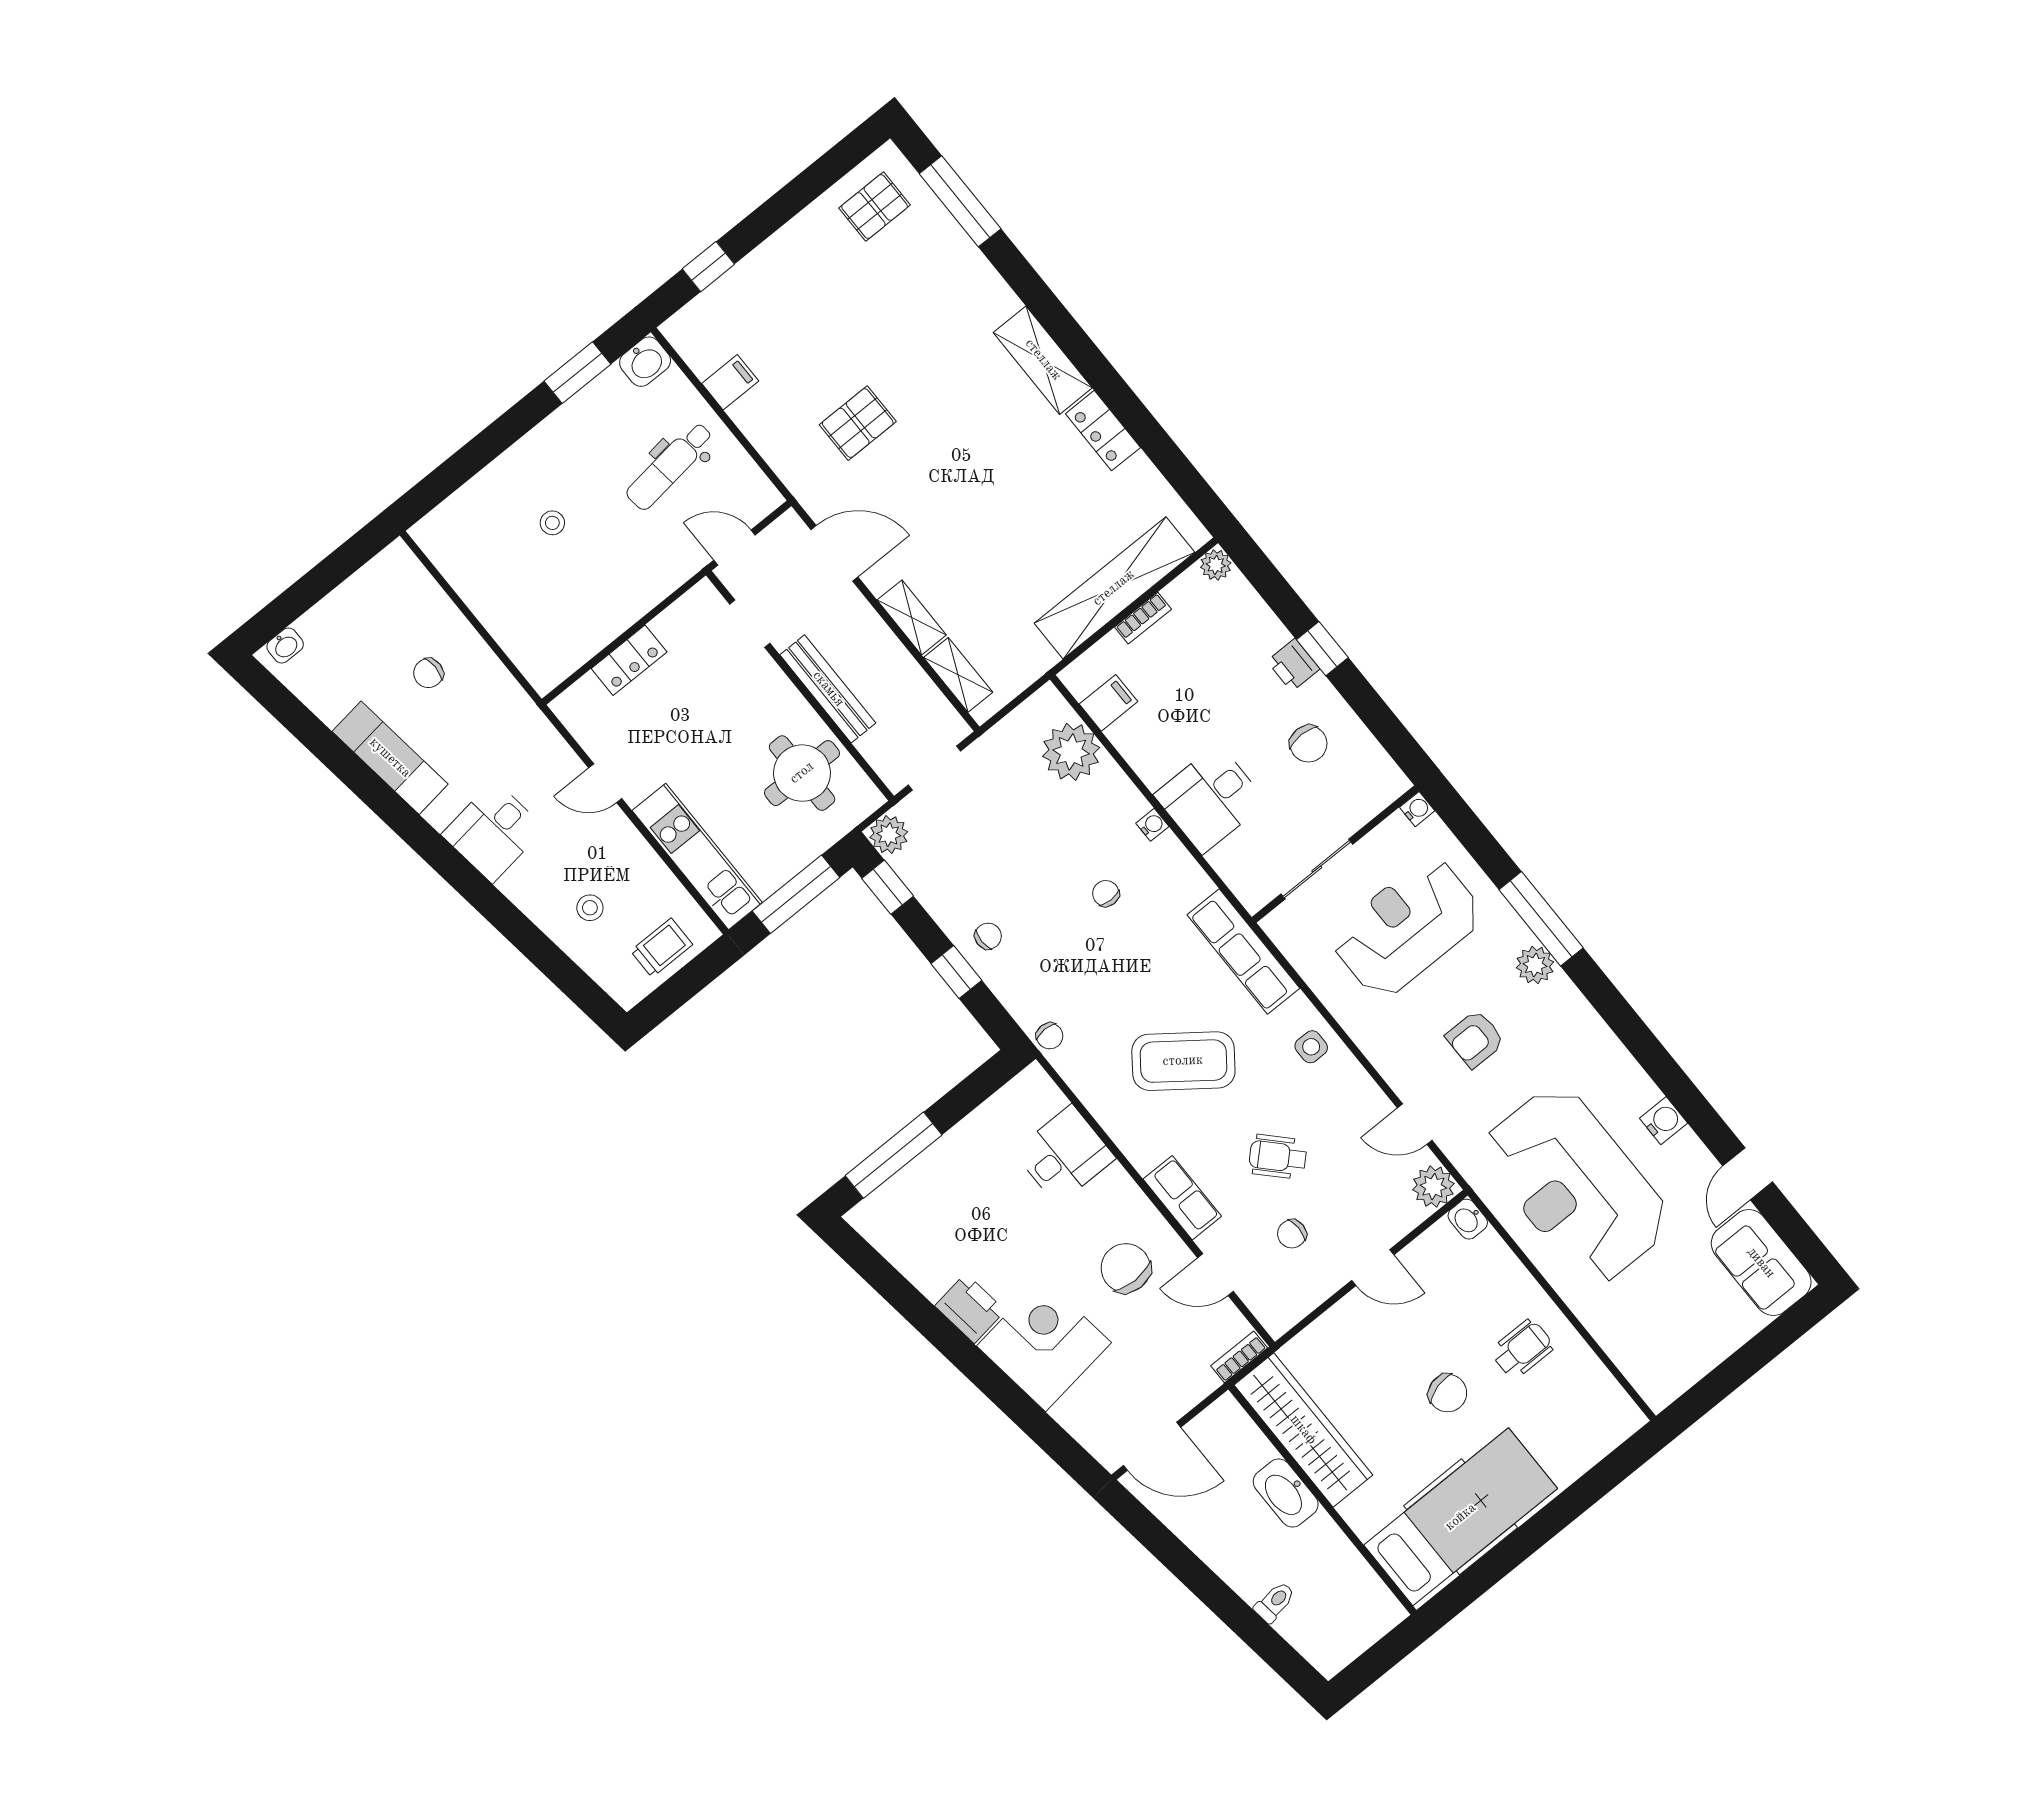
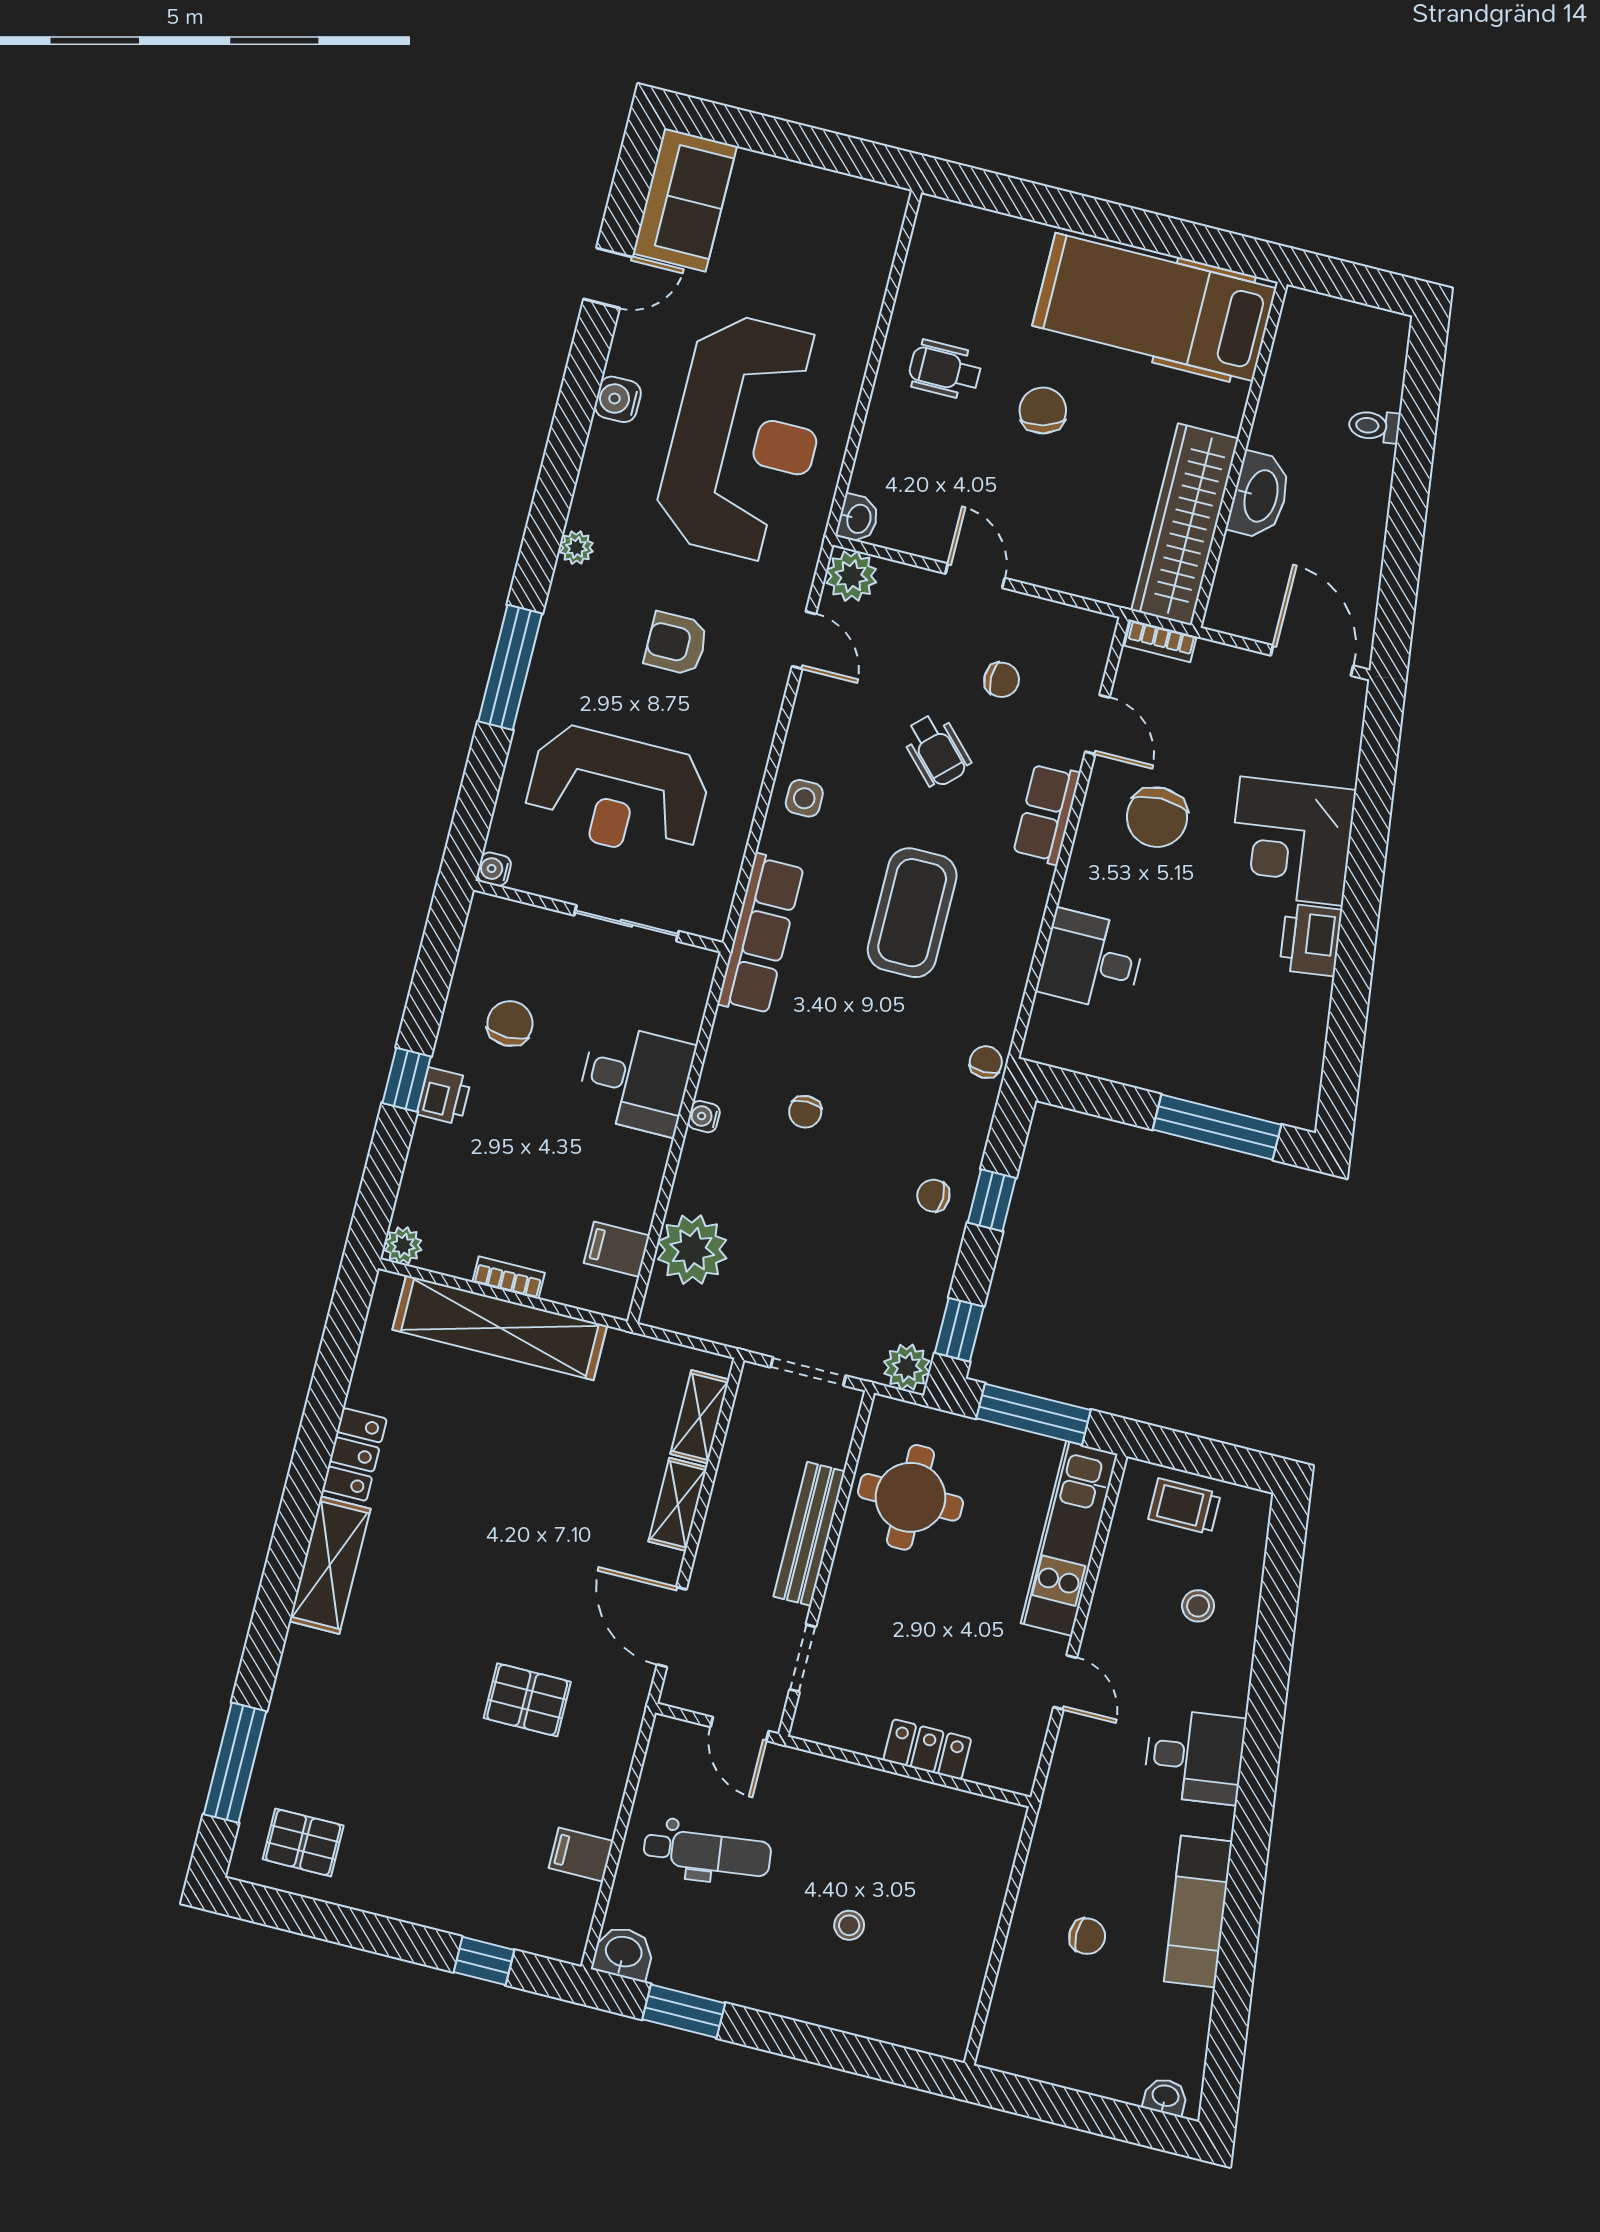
plant: (1535, 965) -> (576, 548), moved, width x0.73, depth x0.73
armchair: (1475, 1039) -> (676, 644), turned 180
coffee table: (1183, 1061) -> (912, 913), turned 53

